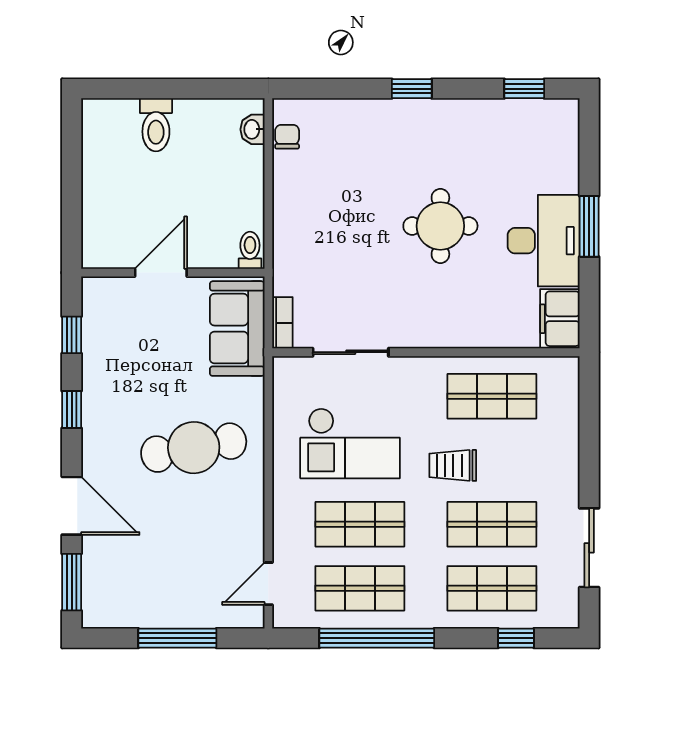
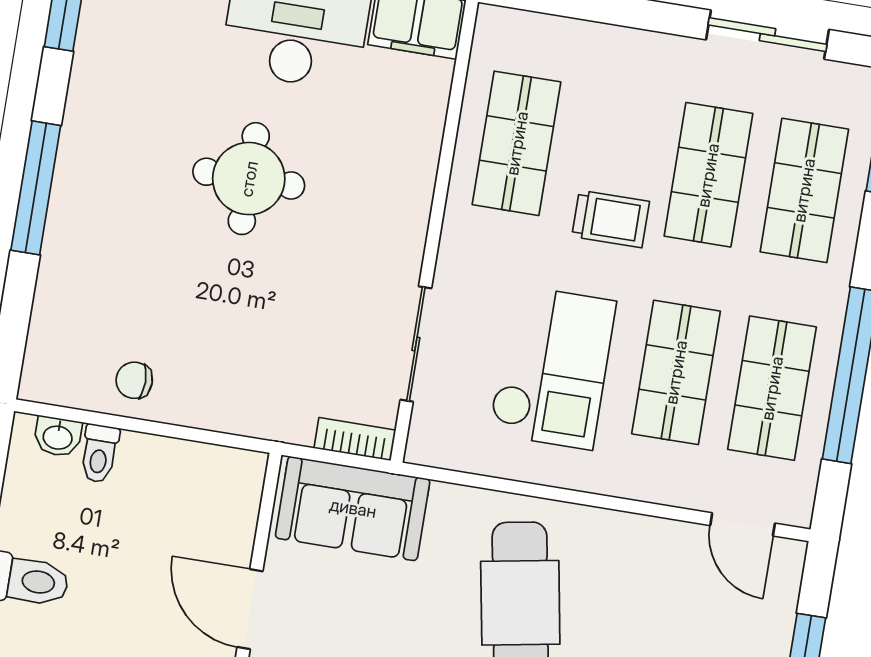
window: (412, 89) -> (36, 188), width x2.17
chair: (287, 137) -> (134, 380), moved
toilet: (250, 250) -> (99, 453), moved, turned -90
trolley: (453, 465) -> (611, 219), turned -90

